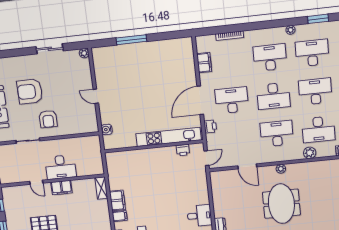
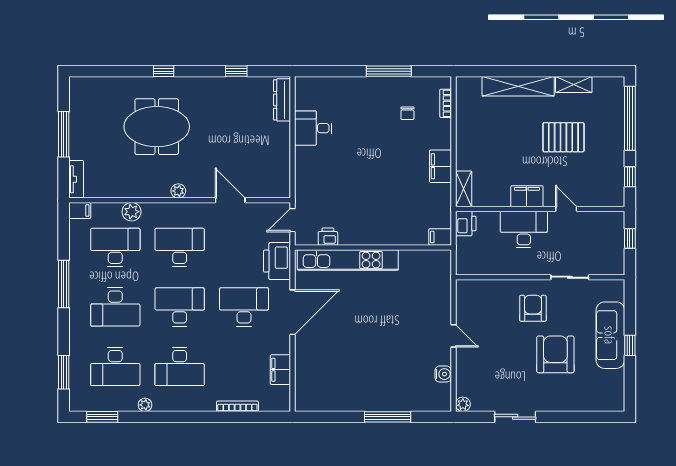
armchair: (30, 91) -> (555, 354), turned -90
desk: (232, 100) -> (244, 307), turned 180
printer: (210, 126) -> (277, 261), width x1.87, depth x1.48
water cooler: (107, 129) -> (443, 374), moved
desk: (277, 134) -> (180, 247), turned 180
printer: (97, 167) -> (466, 223), added
meeting table: (281, 204) -> (157, 127), moved, turned 90
filing cabinet: (120, 216) -> (440, 237), moved

